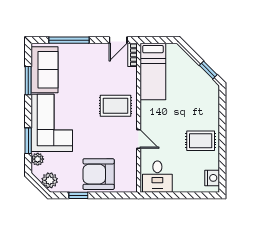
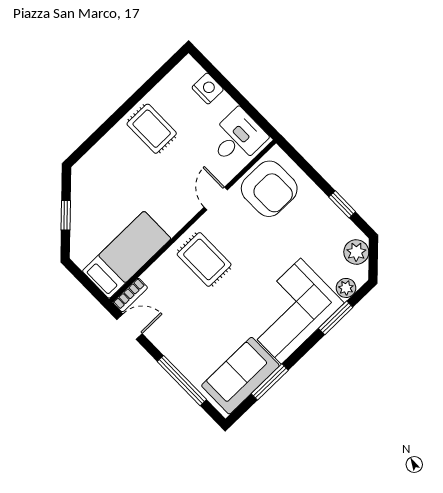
window: (208, 70) -> (66, 215), moved
armchair: (99, 174) -> (269, 189), moved
nightstand: (212, 178) -> (208, 89), moved, turned 90

